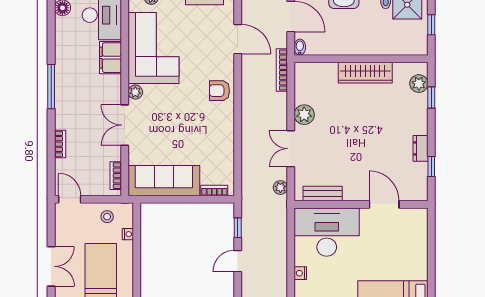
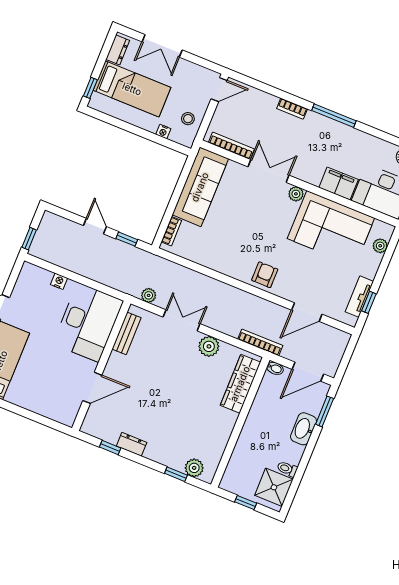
wardrobe: (365, 73) -> (240, 384), moved
bookcase: (60, 144) -> (292, 109), moved
bookcase: (116, 176) -> (231, 146), width x1.56

